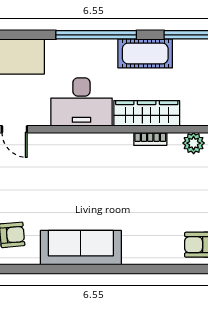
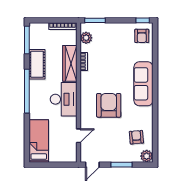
armchair: (70, 184) -> (109, 105), added
sofa: (81, 248) -> (143, 84), moved

